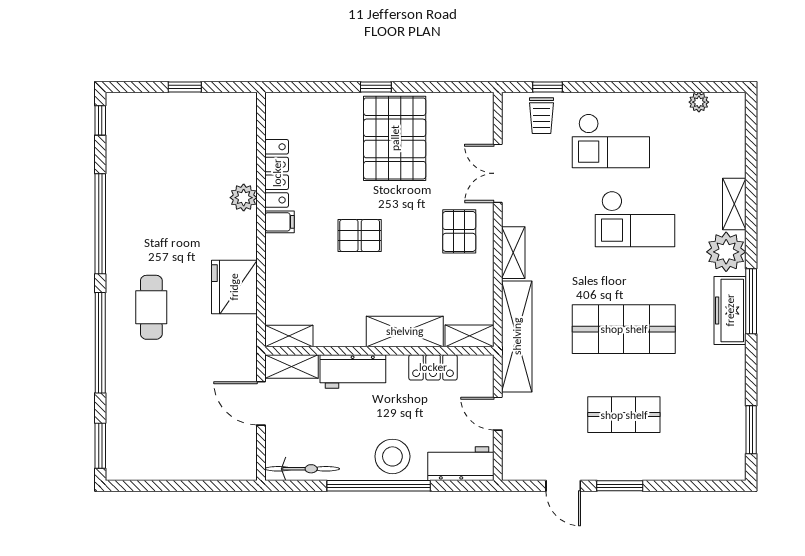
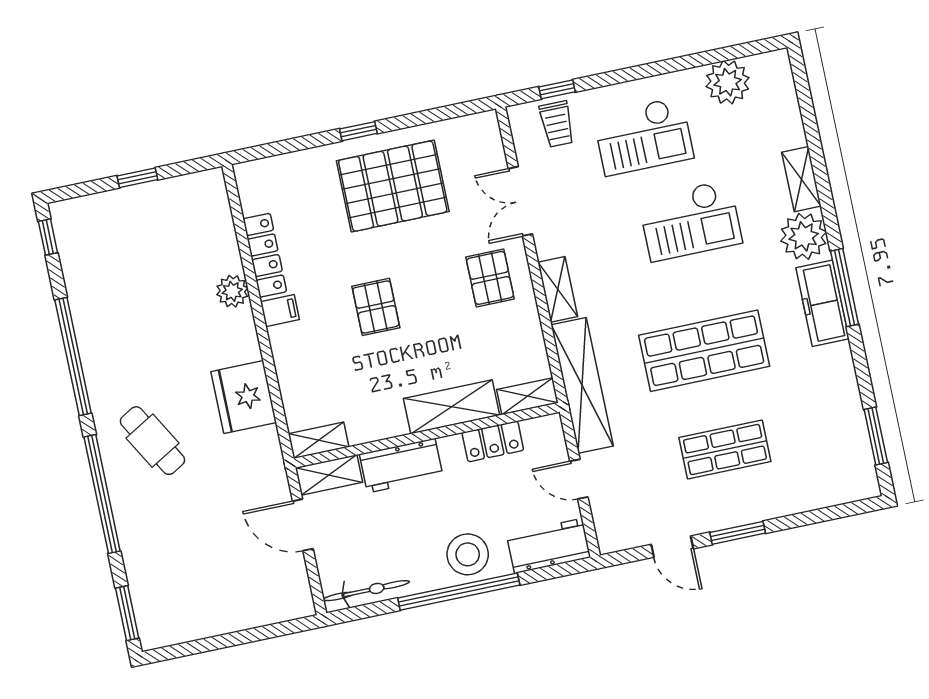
plant: (699, 102) -> (728, 82), width x1.88, depth x1.88
pallet: (395, 138) -> (393, 186), turned 90
pallet: (360, 236) -> (376, 307), turned 90
cafe table: (151, 307) -> (152, 441), turned -30

